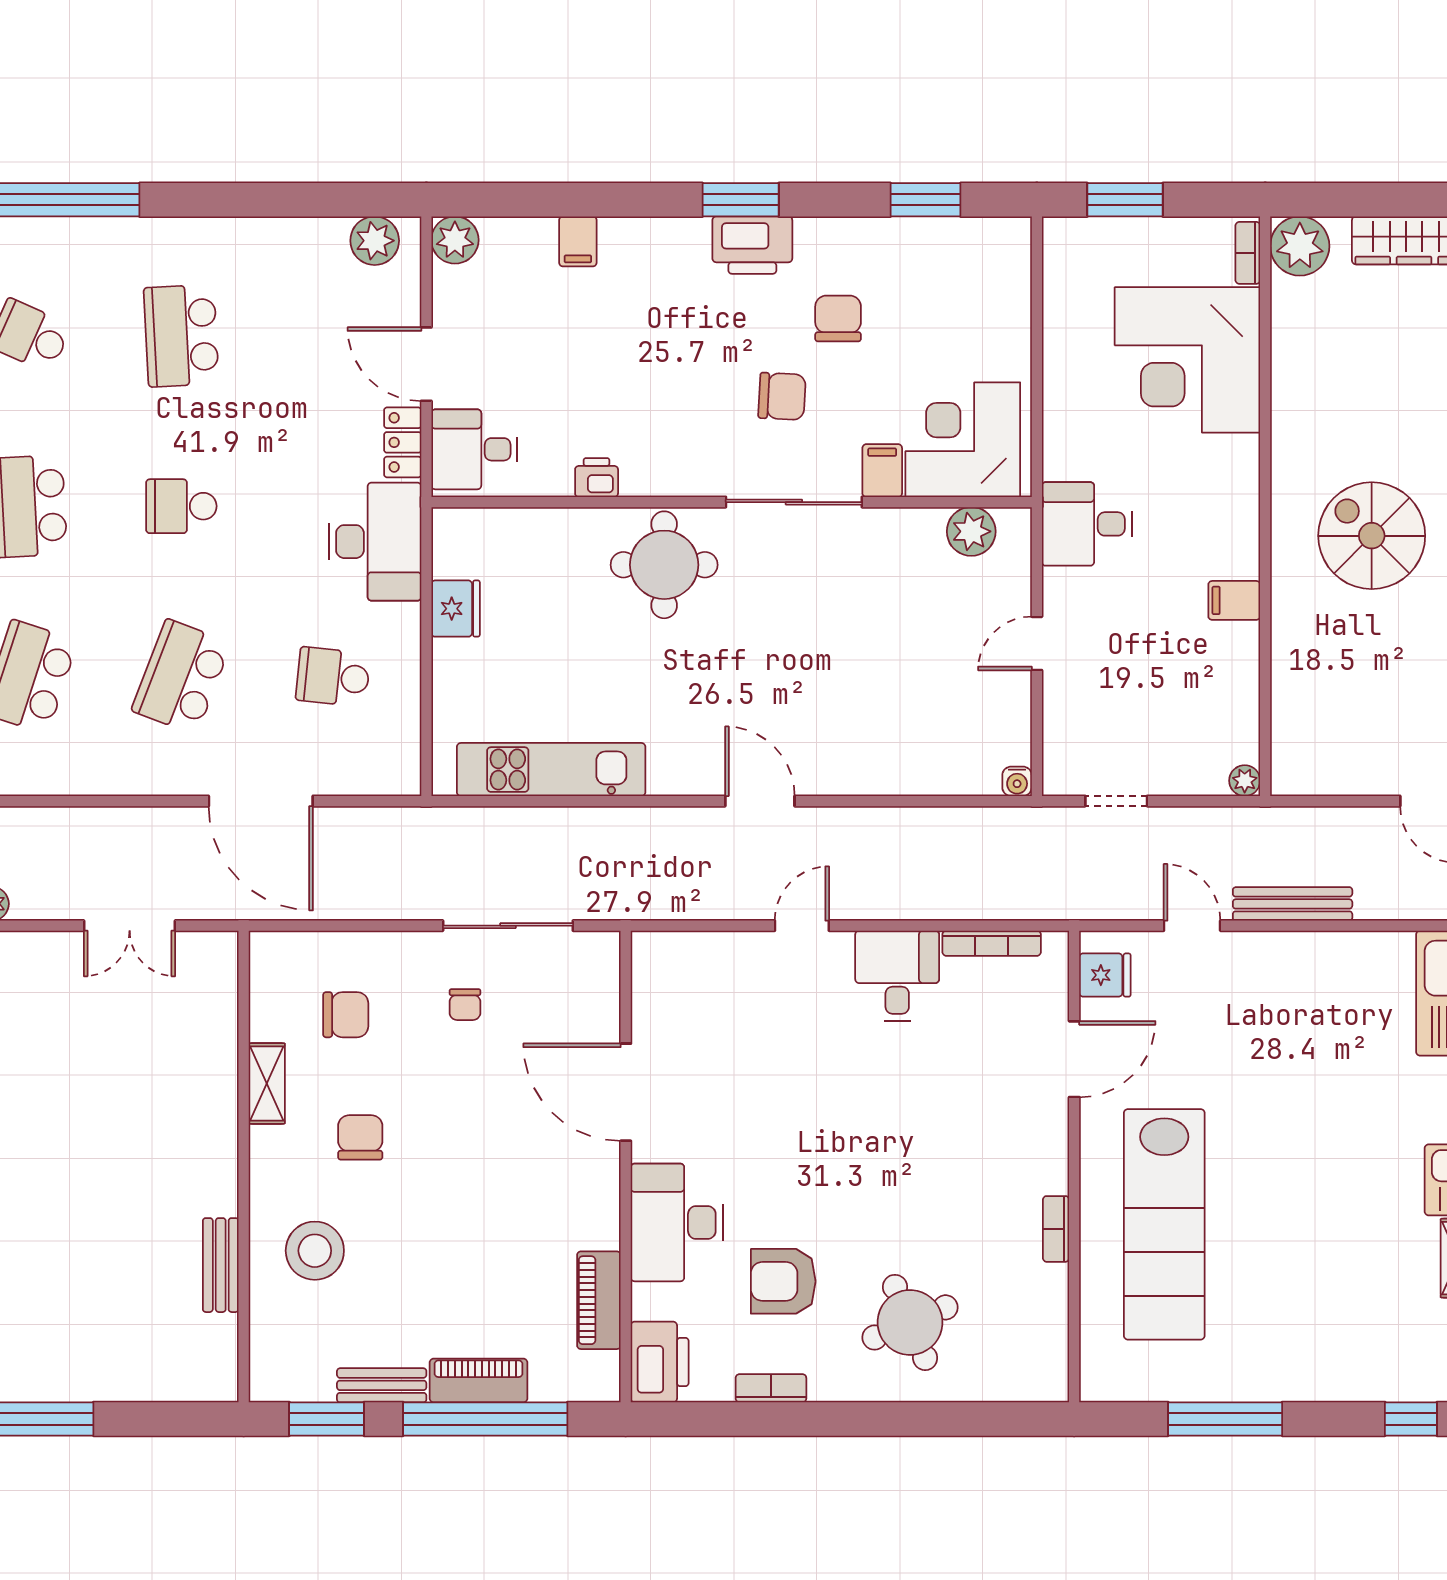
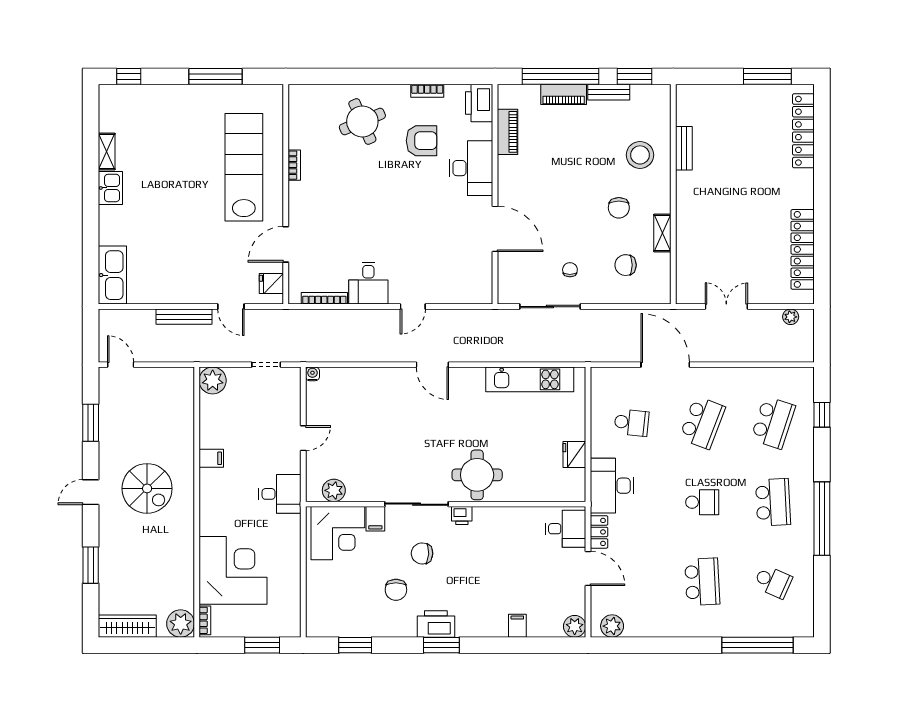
printer: (597, 478) -> (462, 516), moved
plant: (1245, 781) -> (213, 381), width x1.87, depth x1.87

